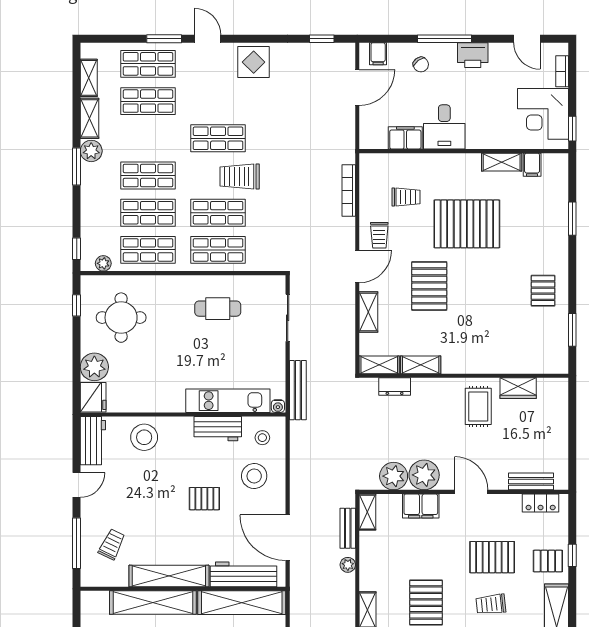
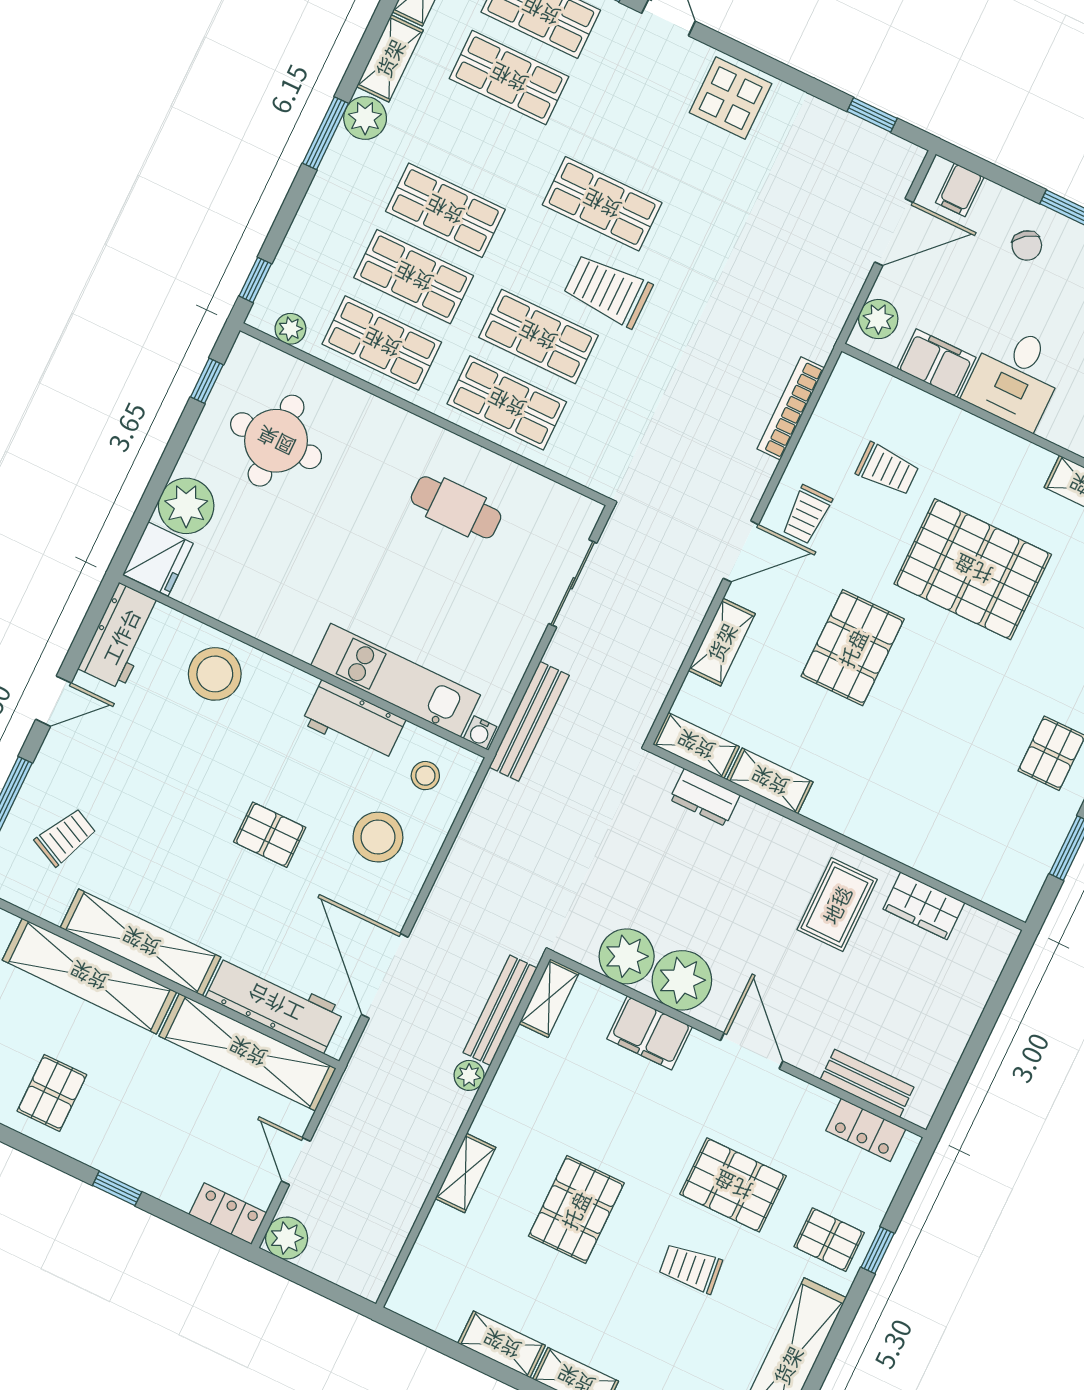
plant: (369, 131) -> (878, 319), added
bench: (348, 528) -> (500, 1010), width x1.36

